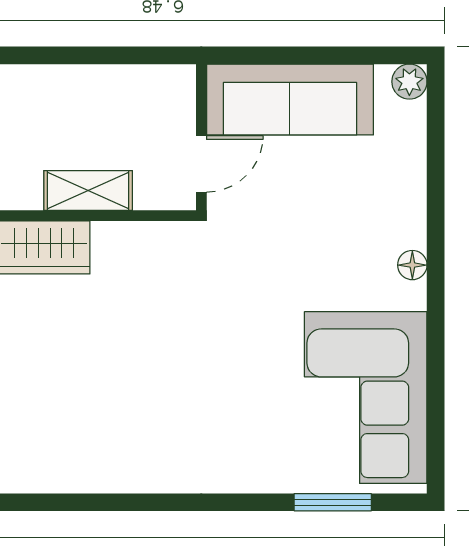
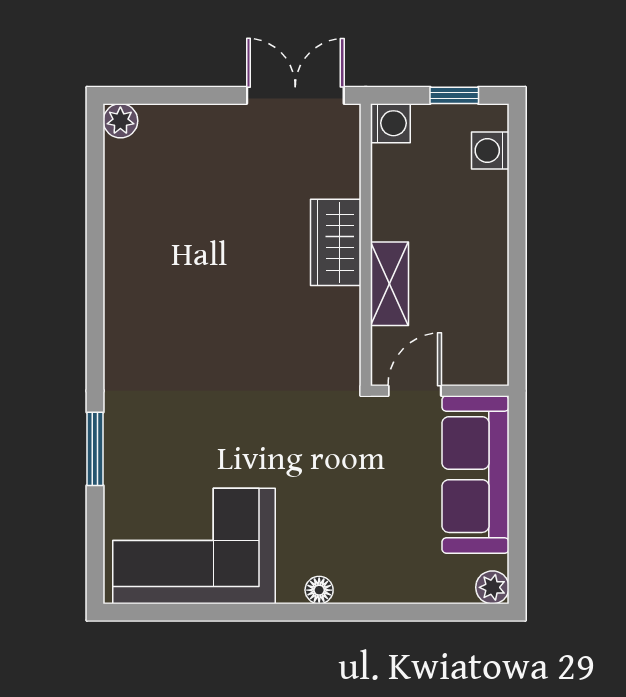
door: (201, 164) -> (415, 391), swing flipped
window: (333, 502) -> (95, 449), moved

